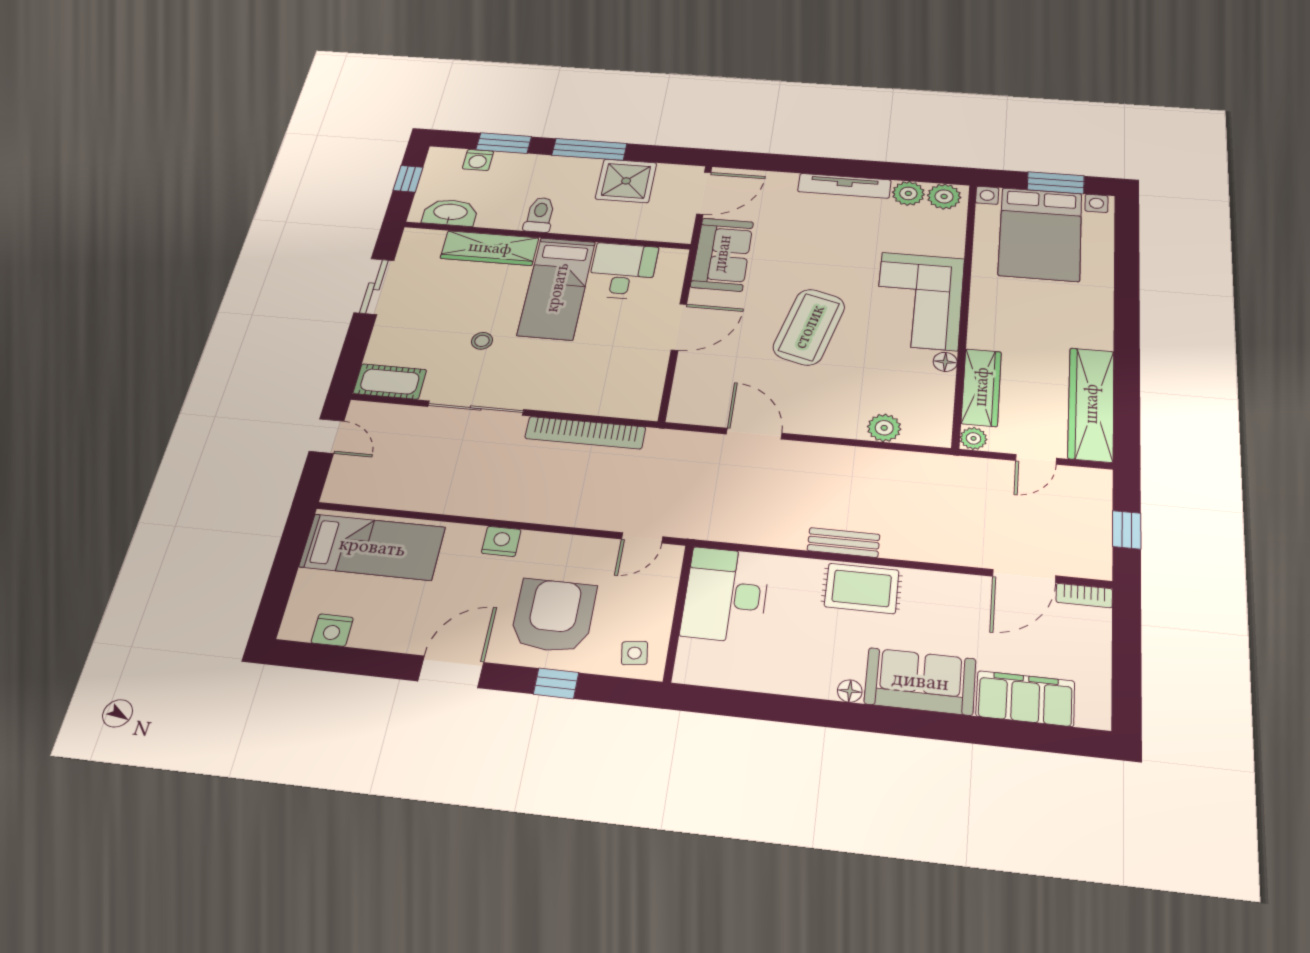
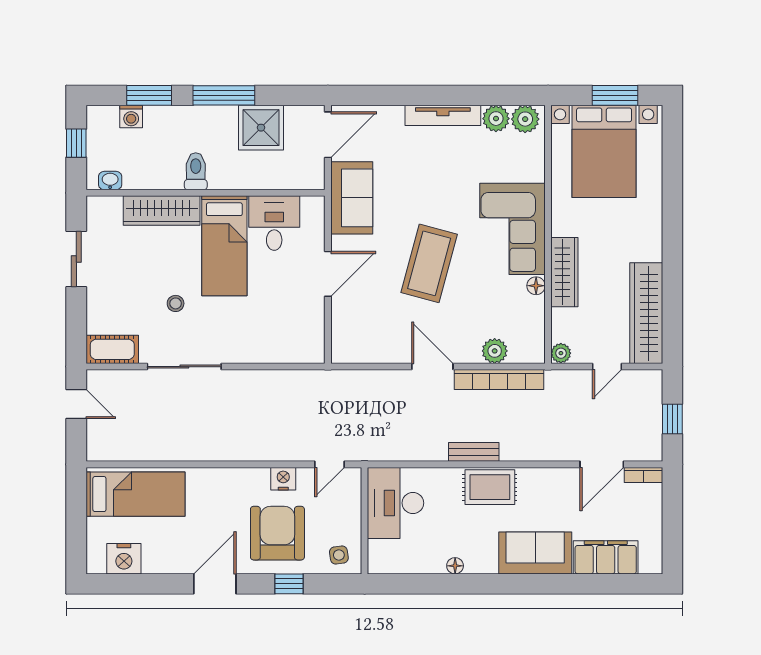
washbasin: (450, 213) -> (110, 181), width x0.52, depth x0.69
wardrobe: (981, 387) -> (564, 272), moved
bookcase: (585, 433) -> (499, 380), moved
door: (754, 434) -> (432, 367), moved
nightstand: (501, 541) -> (283, 479), moved
nightstand: (332, 630) -> (124, 559), width x1.36, depth x1.33
floor lamp: (850, 691) -> (455, 566), moved

